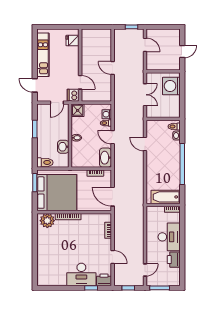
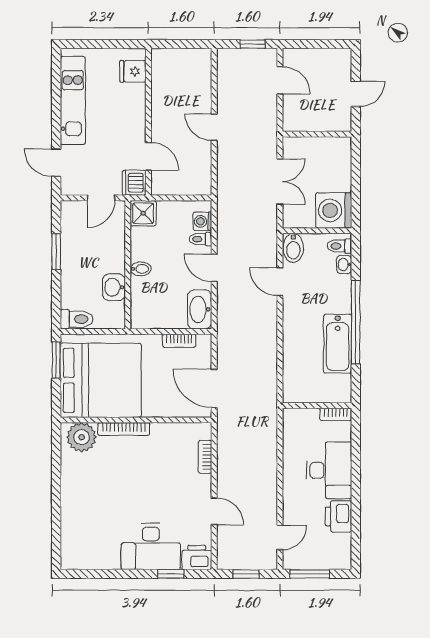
washing machine: (171, 86) -> (334, 210), moved
bidet: (152, 127) -> (293, 248), added
bathtub: (166, 197) -> (338, 344), moved, turned -90

